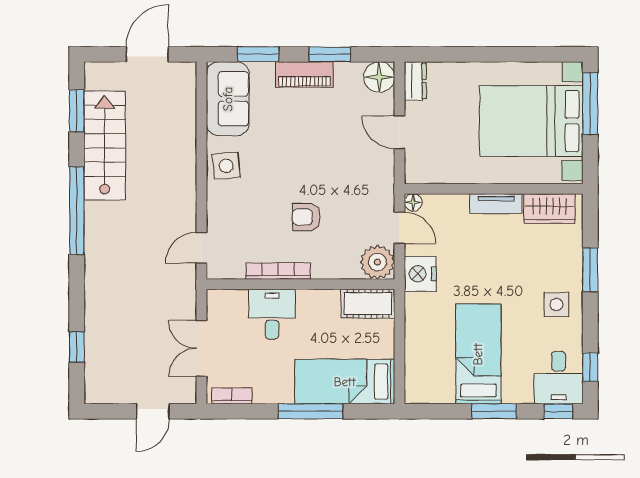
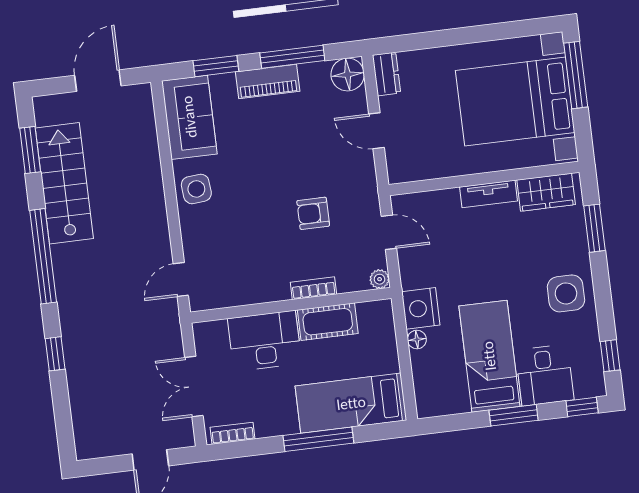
window: (330, 54) -> (292, 57), width x1.44
floor lamp: (413, 202) -> (417, 340), moved
armchair: (306, 217) -> (313, 213), moved
plant: (377, 262) -> (380, 279), width x0.53, depth x0.53
window: (590, 270) -> (594, 228), moved
bookcase: (278, 271) -> (313, 288), moved, width x0.64
nightstand: (420, 274) -> (421, 308), moved
cot: (368, 304) -> (328, 322), moved
side table: (556, 305) -> (566, 293), width x1.37, depth x1.37
desk: (272, 314) -> (265, 341), width x1.37
window: (77, 347) -> (55, 354), moved
desk: (558, 378) -> (545, 375), moved

